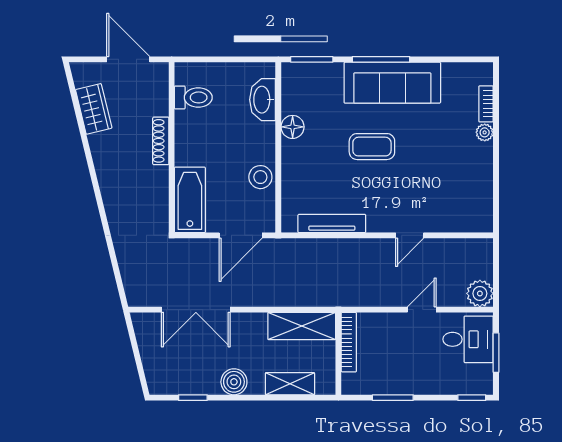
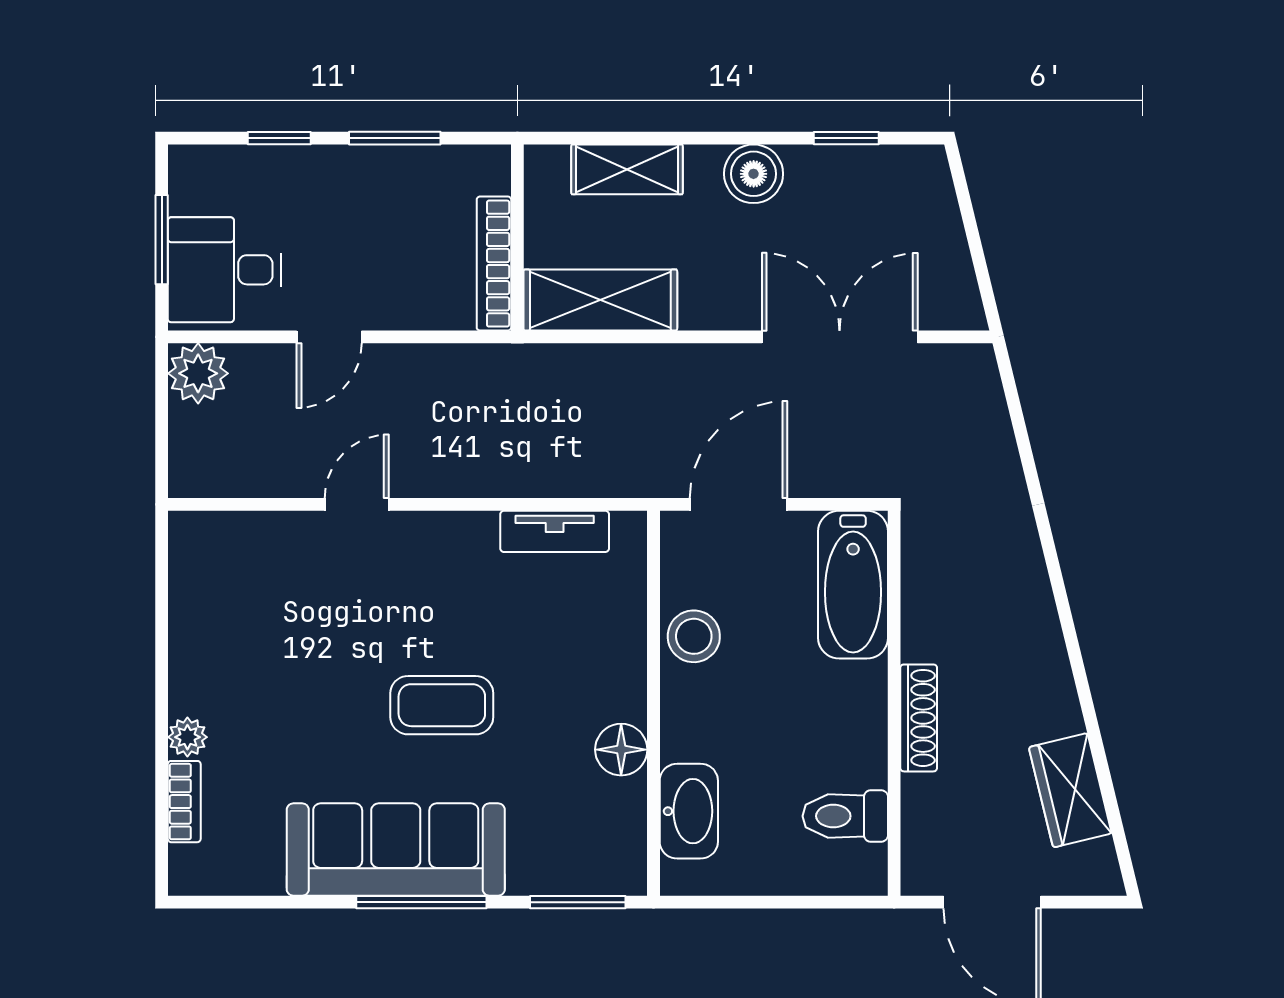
tv unit: (332, 224) -> (555, 531), width x0.71
window: (472, 398) -> (279, 138), moved

